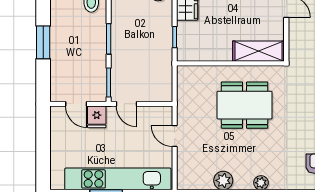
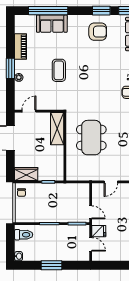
door: (76, 104) -> (91, 244), hinge flipped
door: (126, 104) -> (91, 212), hinge flipped

